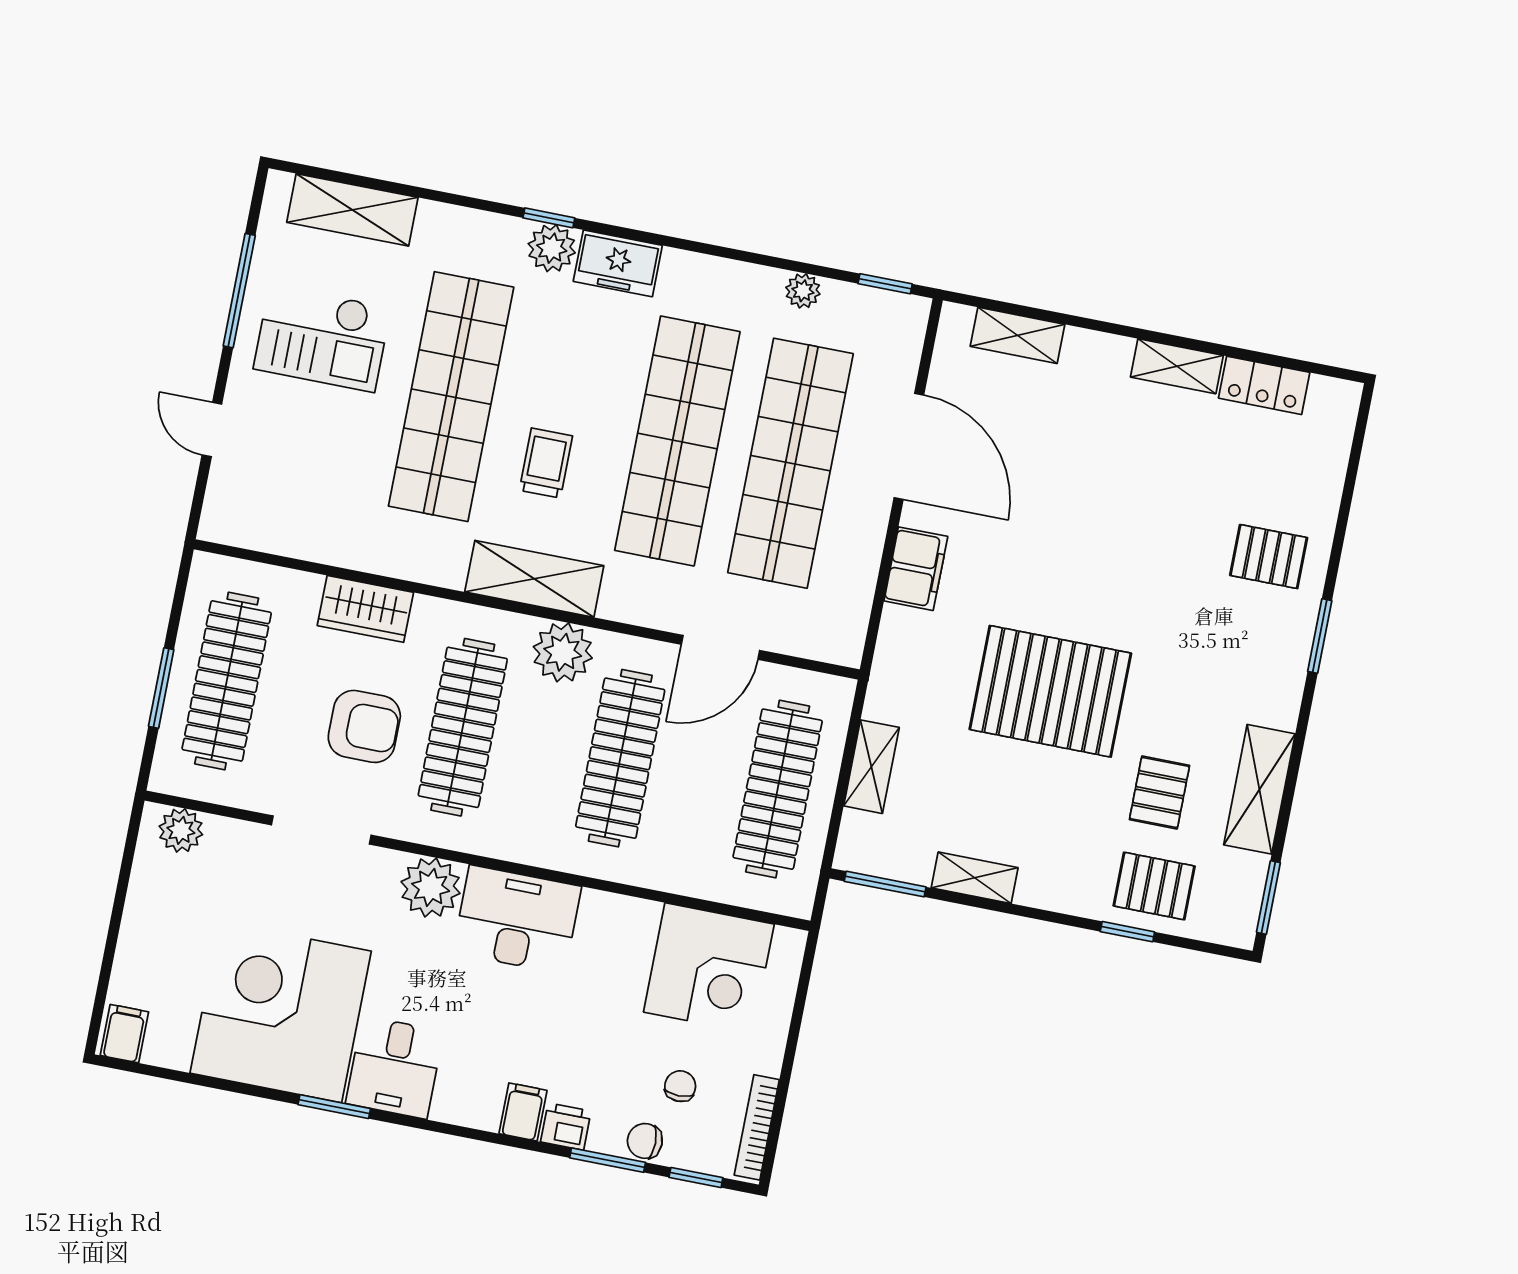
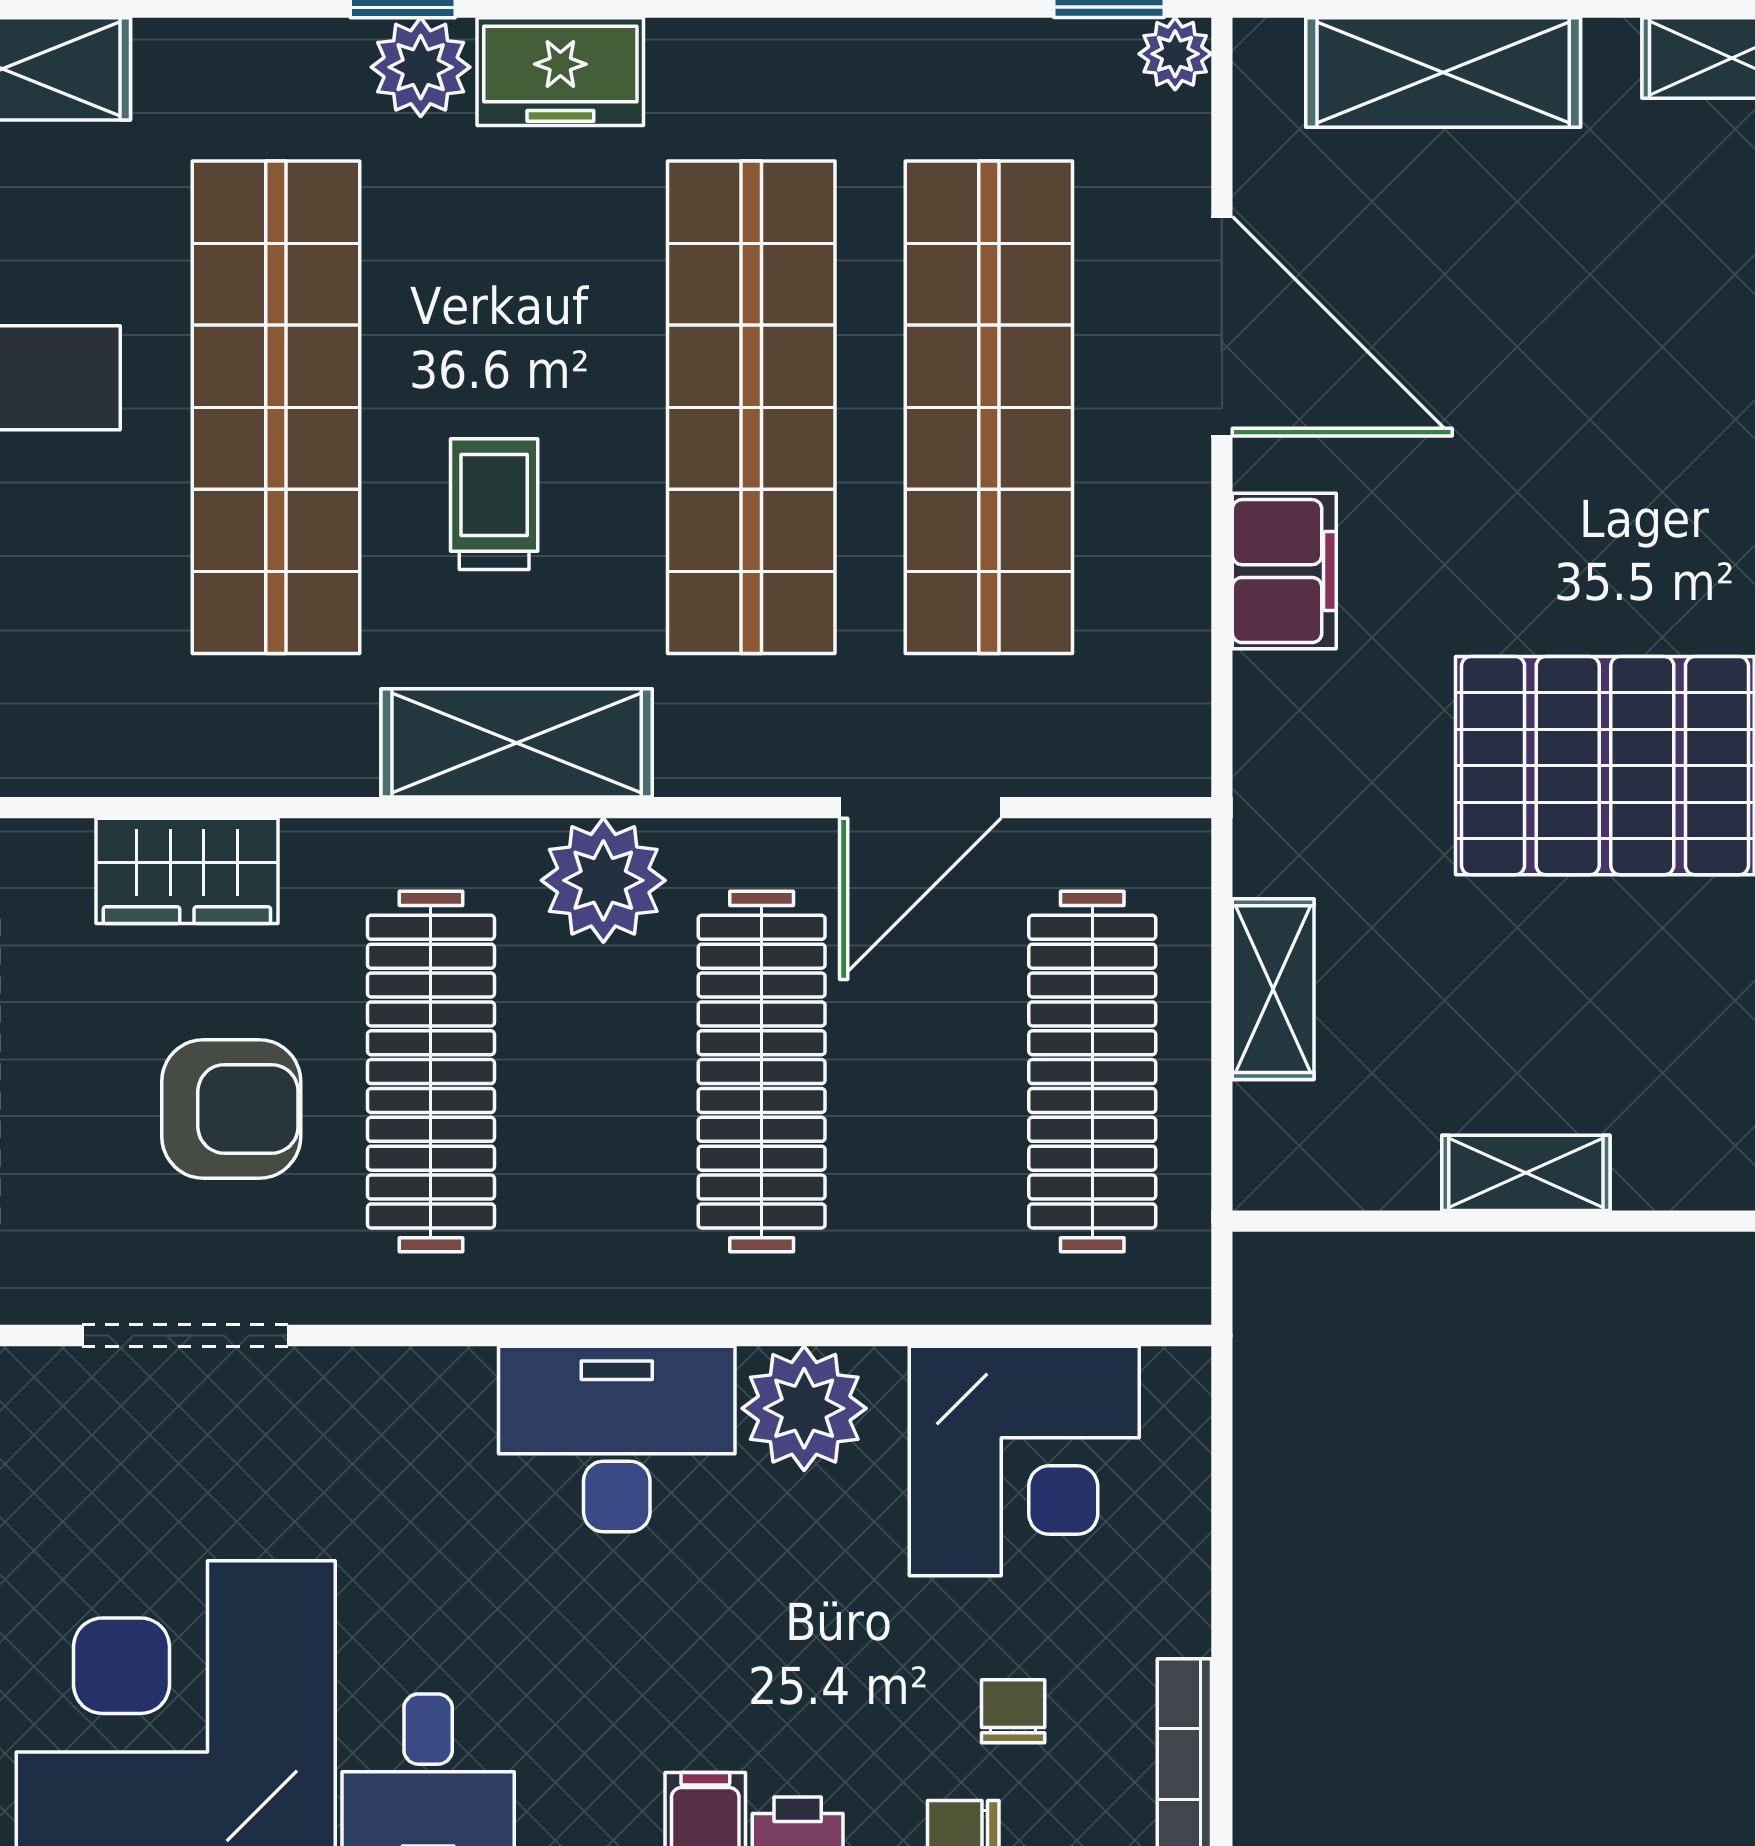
plant: (803, 291) -> (1175, 54), moved
shelving: (1017, 335) -> (1443, 72), width x1.50, depth x1.33
window: (885, 884) -> (1347, 1221), removed
plant: (431, 887) -> (804, 1408), moved

